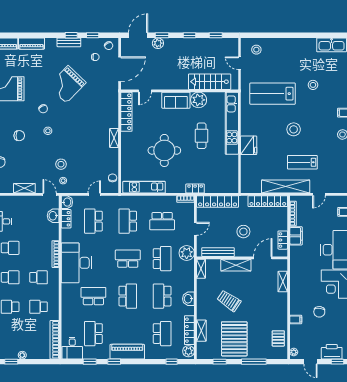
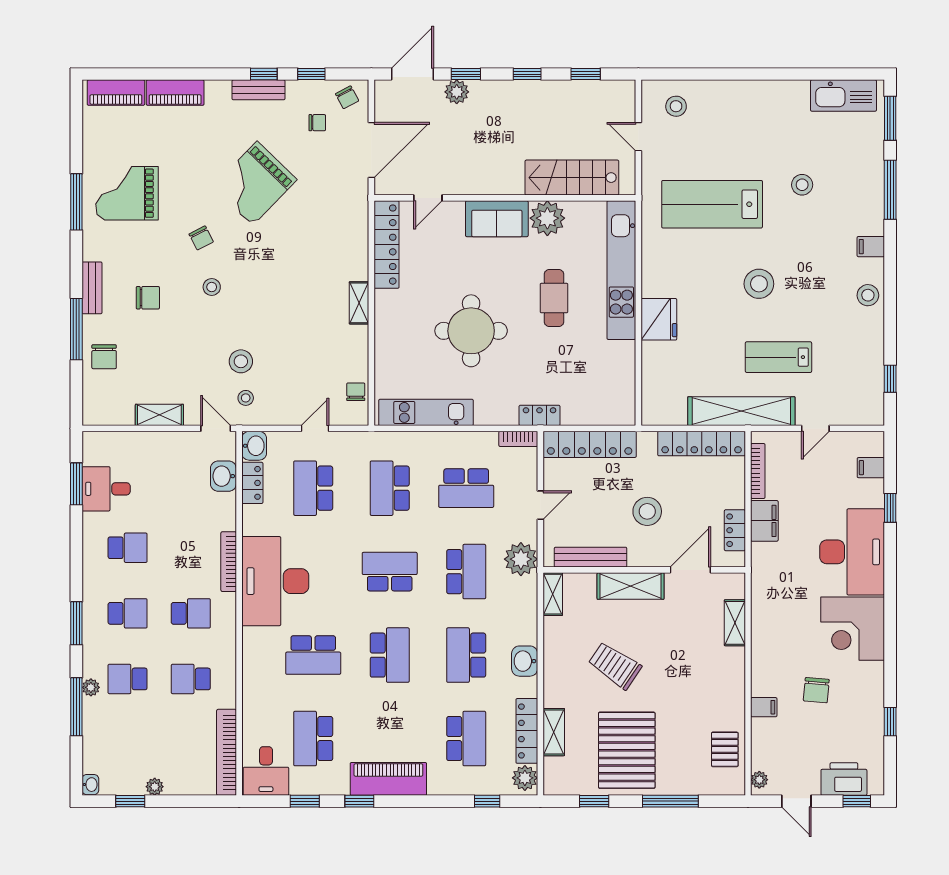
school desk: (93, 296) -> (313, 655), turned 180

